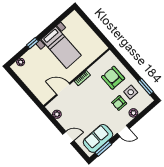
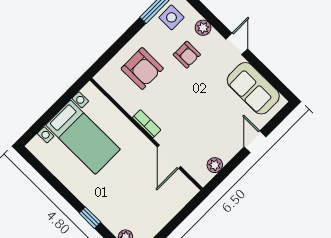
bed with nightstands: (61, 47) -> (83, 137), moved, turned 90
armchair: (113, 78) -> (142, 69), turned -90
side table: (131, 92) -> (171, 17), moved
window: (103, 148) -> (271, 77), removed

